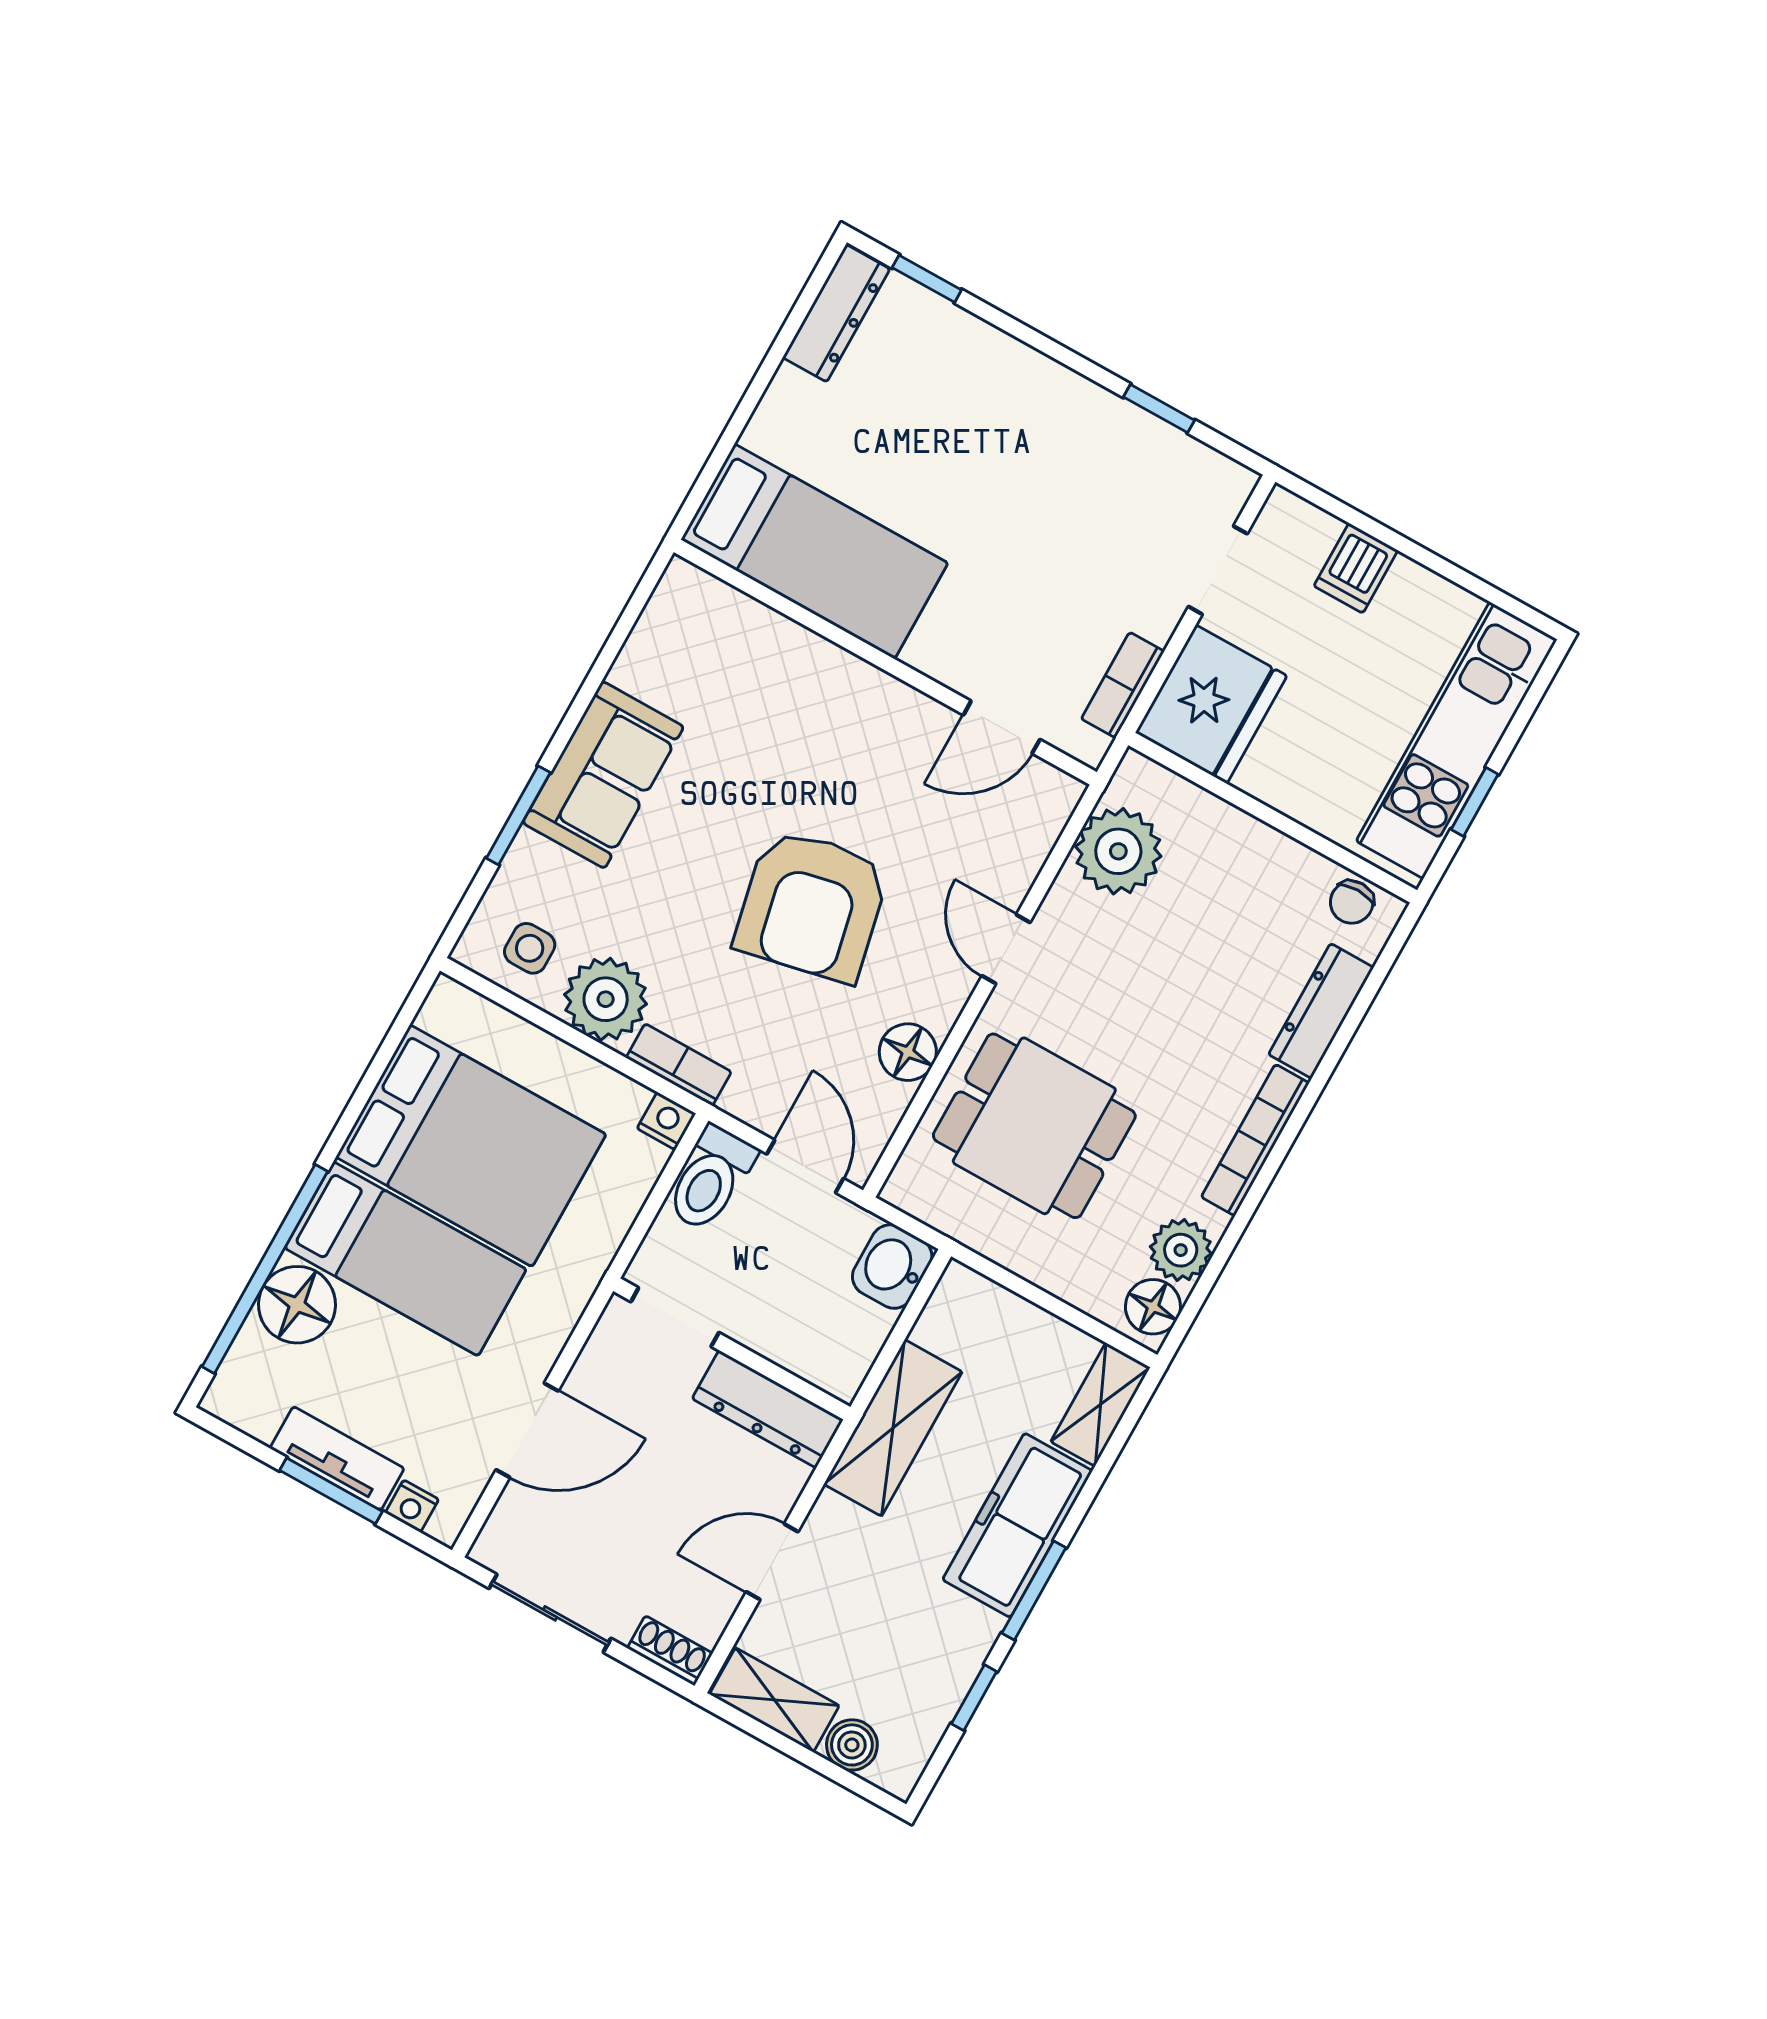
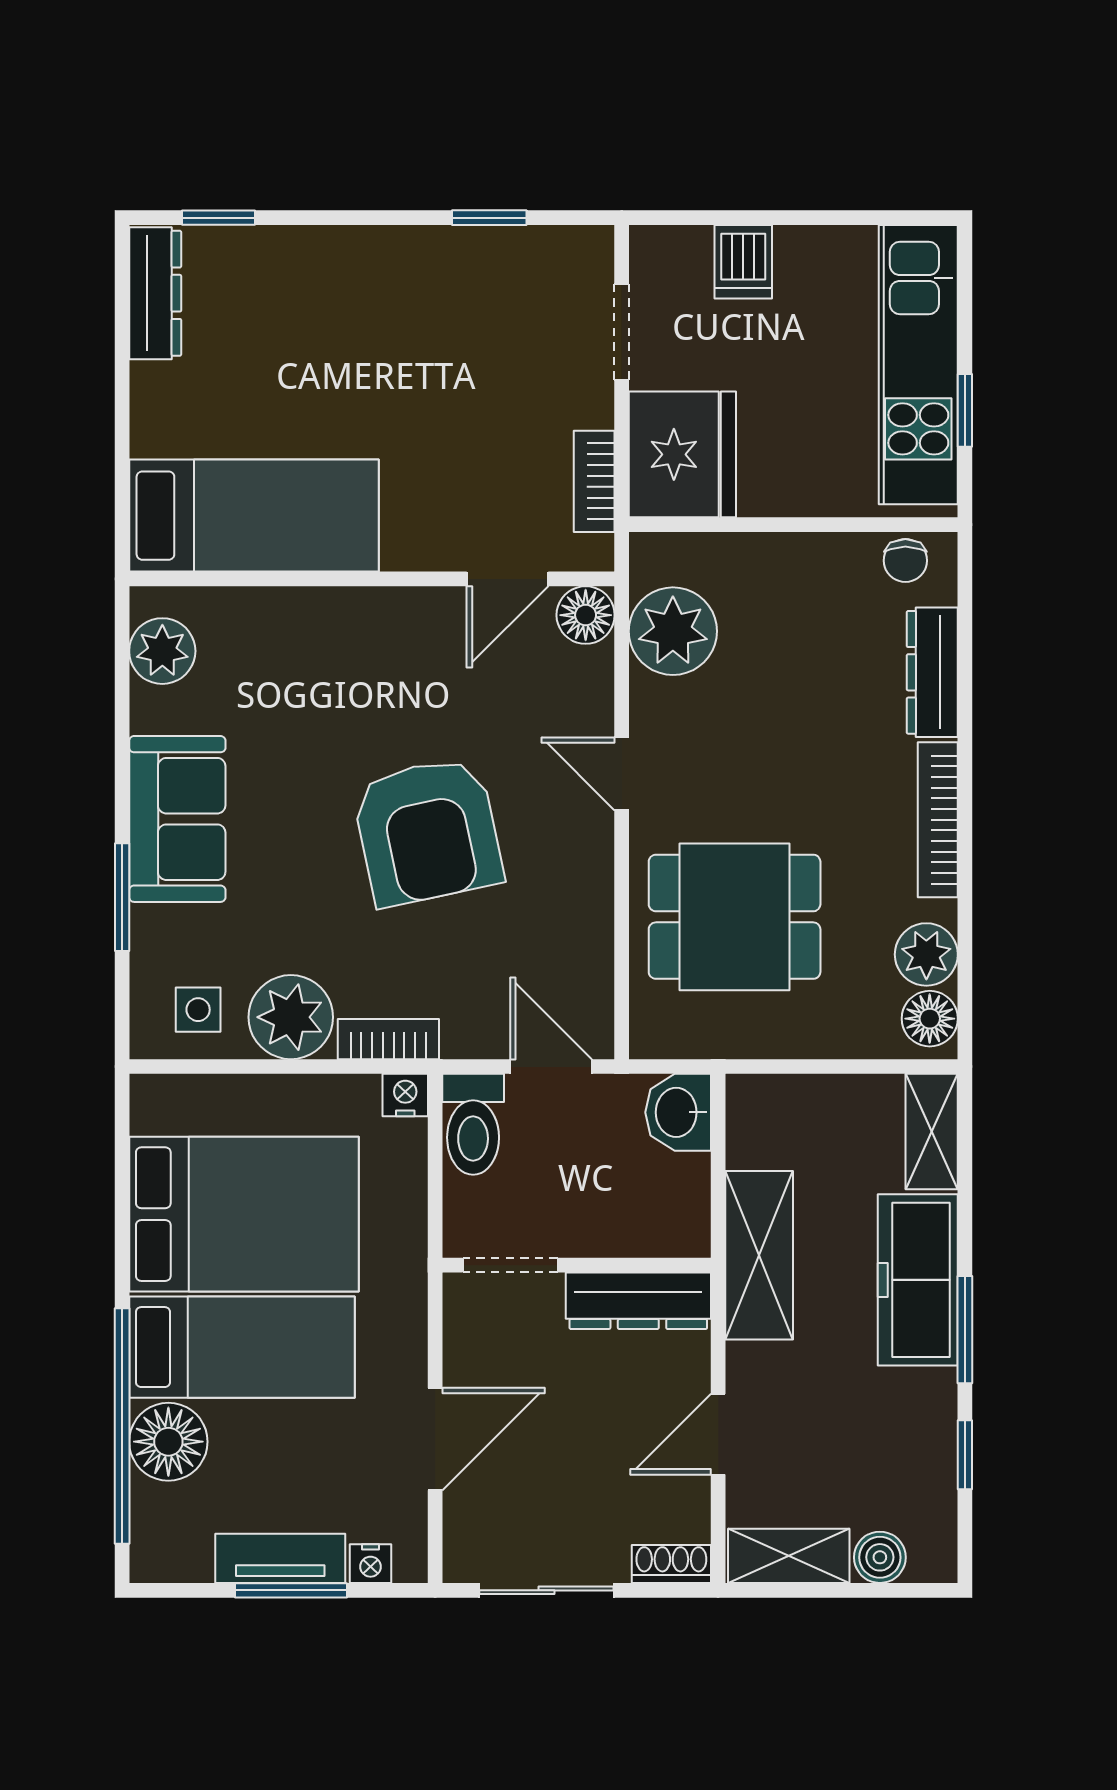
plant: (671, 624) -> (162, 651), added
floor lamp: (908, 1052) -> (586, 615), moved

